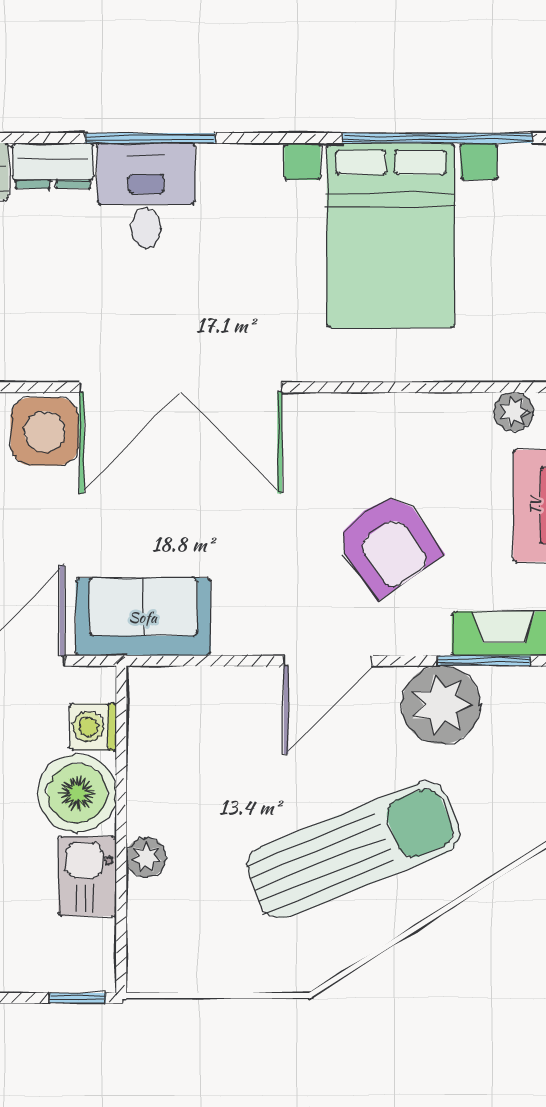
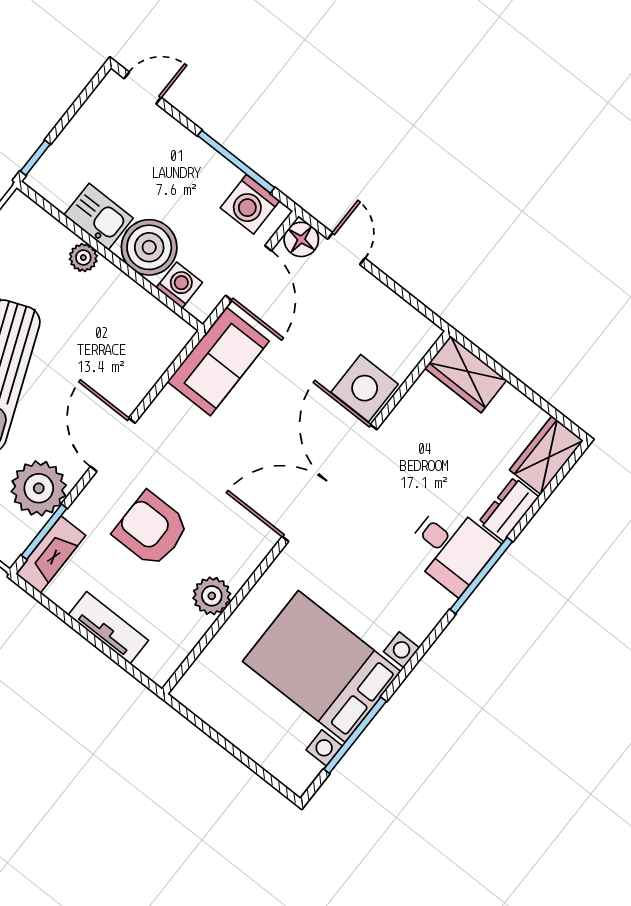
window: (438, 138) -> (355, 735), width x0.68
plant: (514, 412) -> (212, 596), moved, width x1.38, depth x1.38
armchair: (388, 544) -> (151, 529), turned 35

